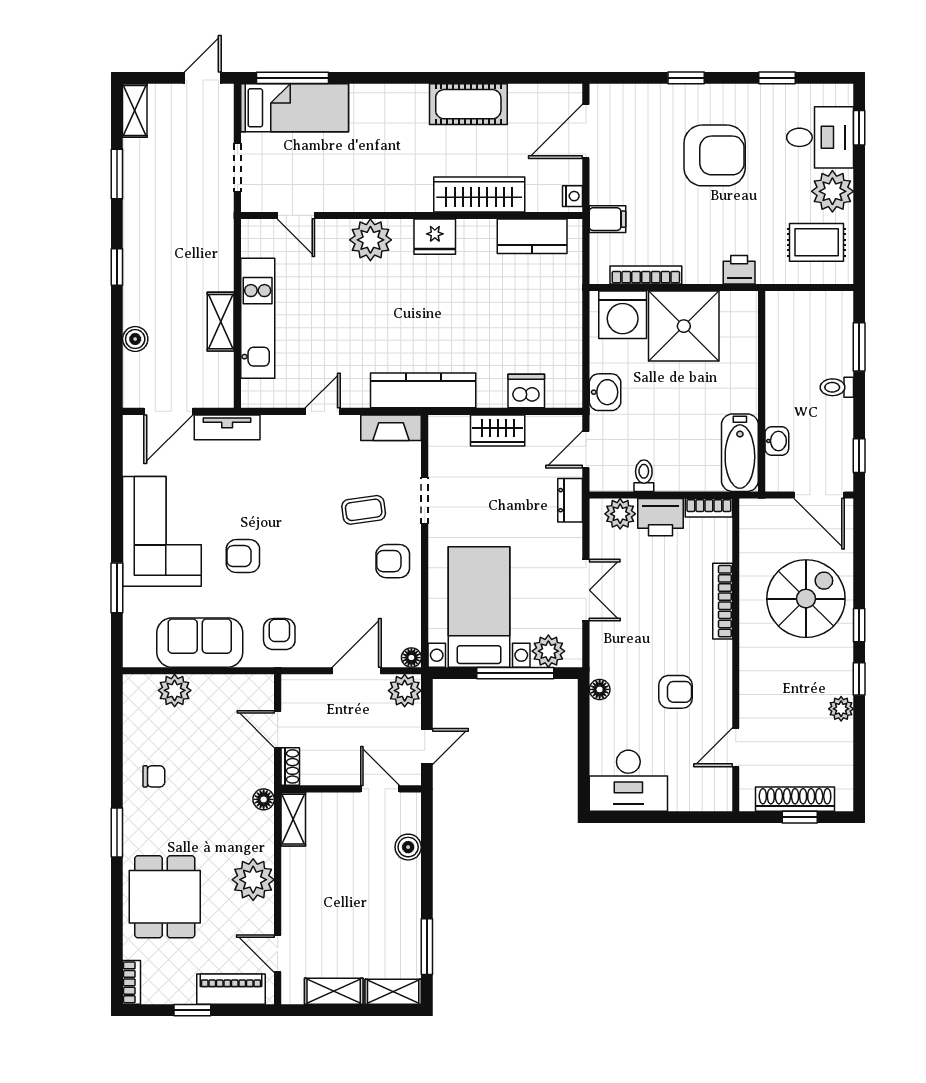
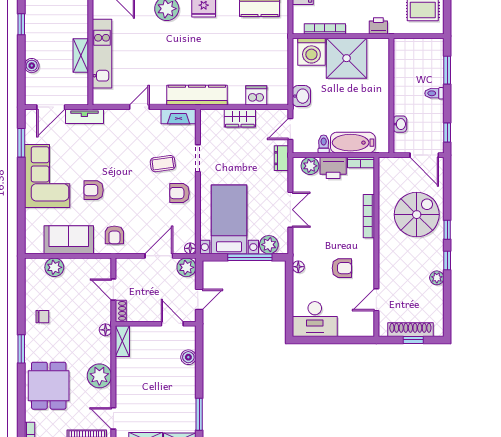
bathtub: (740, 453) -> (353, 143), moved, turned 90
window: (117, 588) -> (21, 143), moved
armchair: (279, 634) -> (114, 235), turned 180

